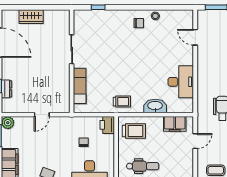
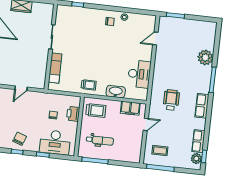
door: (195, 37) -> (155, 39), hinge flipped
printer: (107, 125) -> (73, 114), moved

